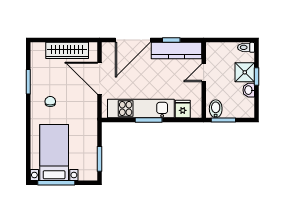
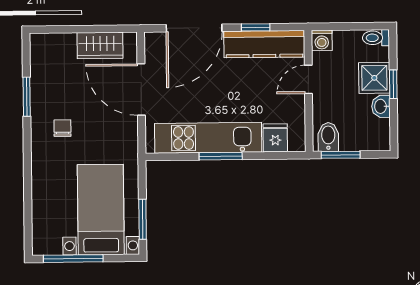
washing machine: (212, 49) -> (322, 40), added
wardrobe: (67, 50) -> (100, 46), width x0.67
bed with nightstands: (54, 153) -> (101, 210), moved

